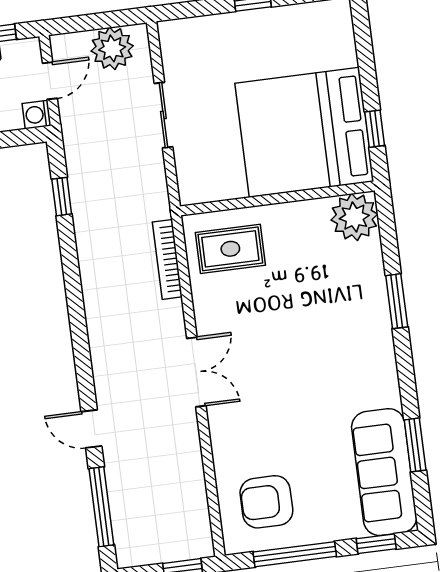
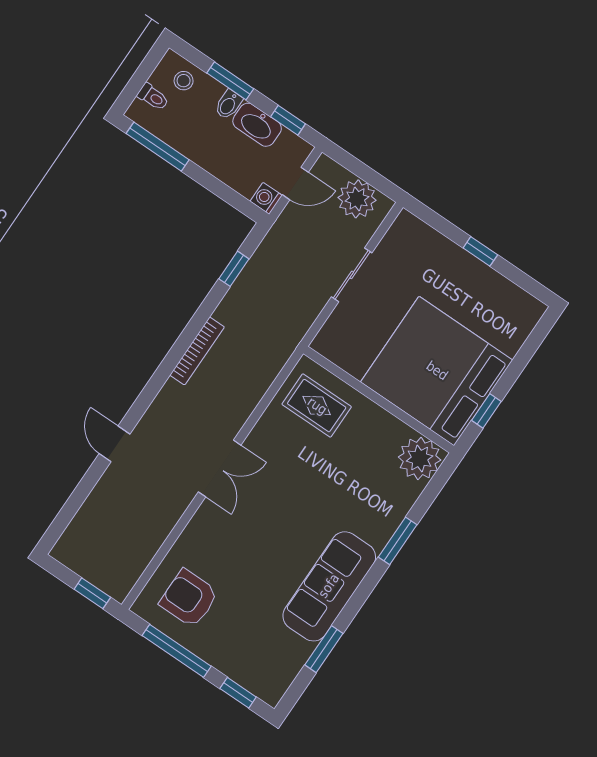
bookcase: (167, 259) -> (197, 351), moved, turned 180
sofa: (384, 472) -> (329, 586), moved
window: (101, 507) -> (74, 503), removed

